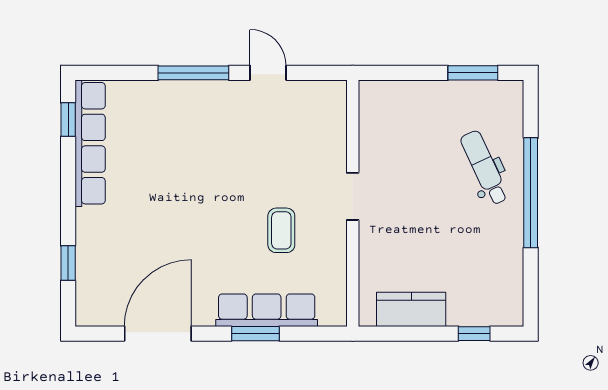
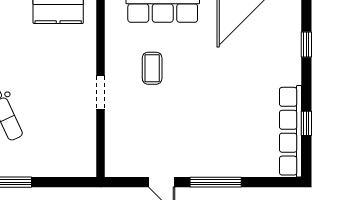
window: (68, 120) -> (306, 123), moved

